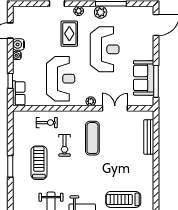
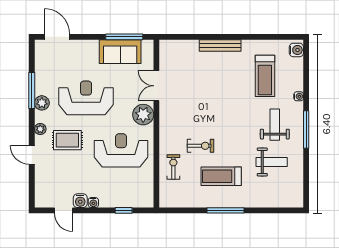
row of seats: (19, 93) -> (138, 200), removed
plant: (91, 101) -> (143, 115), width x1.87, depth x1.87
bench: (149, 137) -> (220, 45), moved
exercise mat: (92, 138) -> (192, 113), removed
window: (10, 166) -> (225, 210), width x1.44

